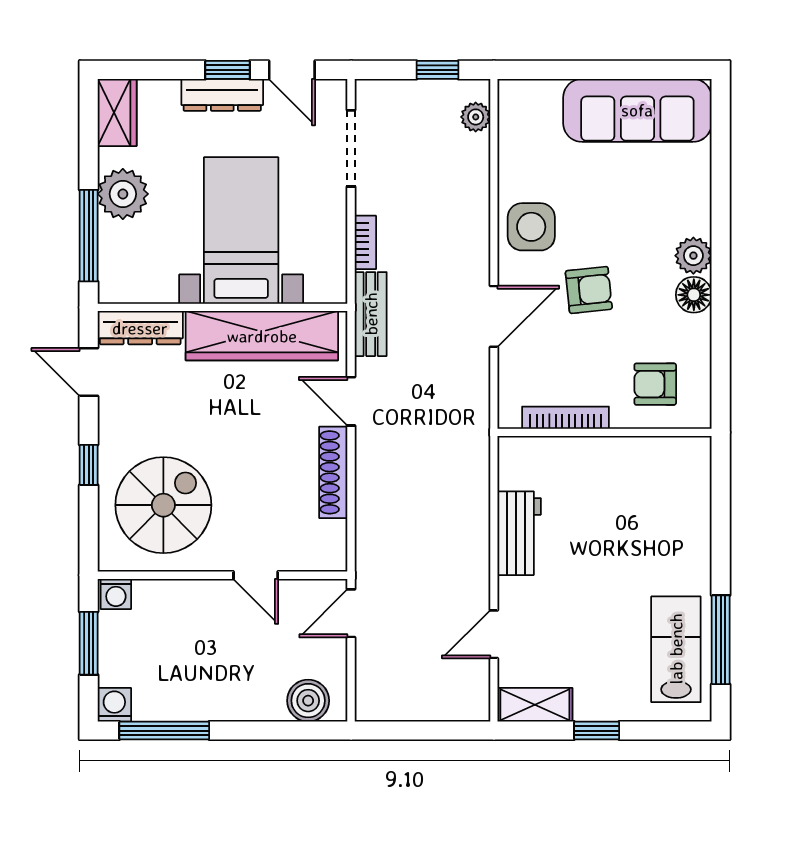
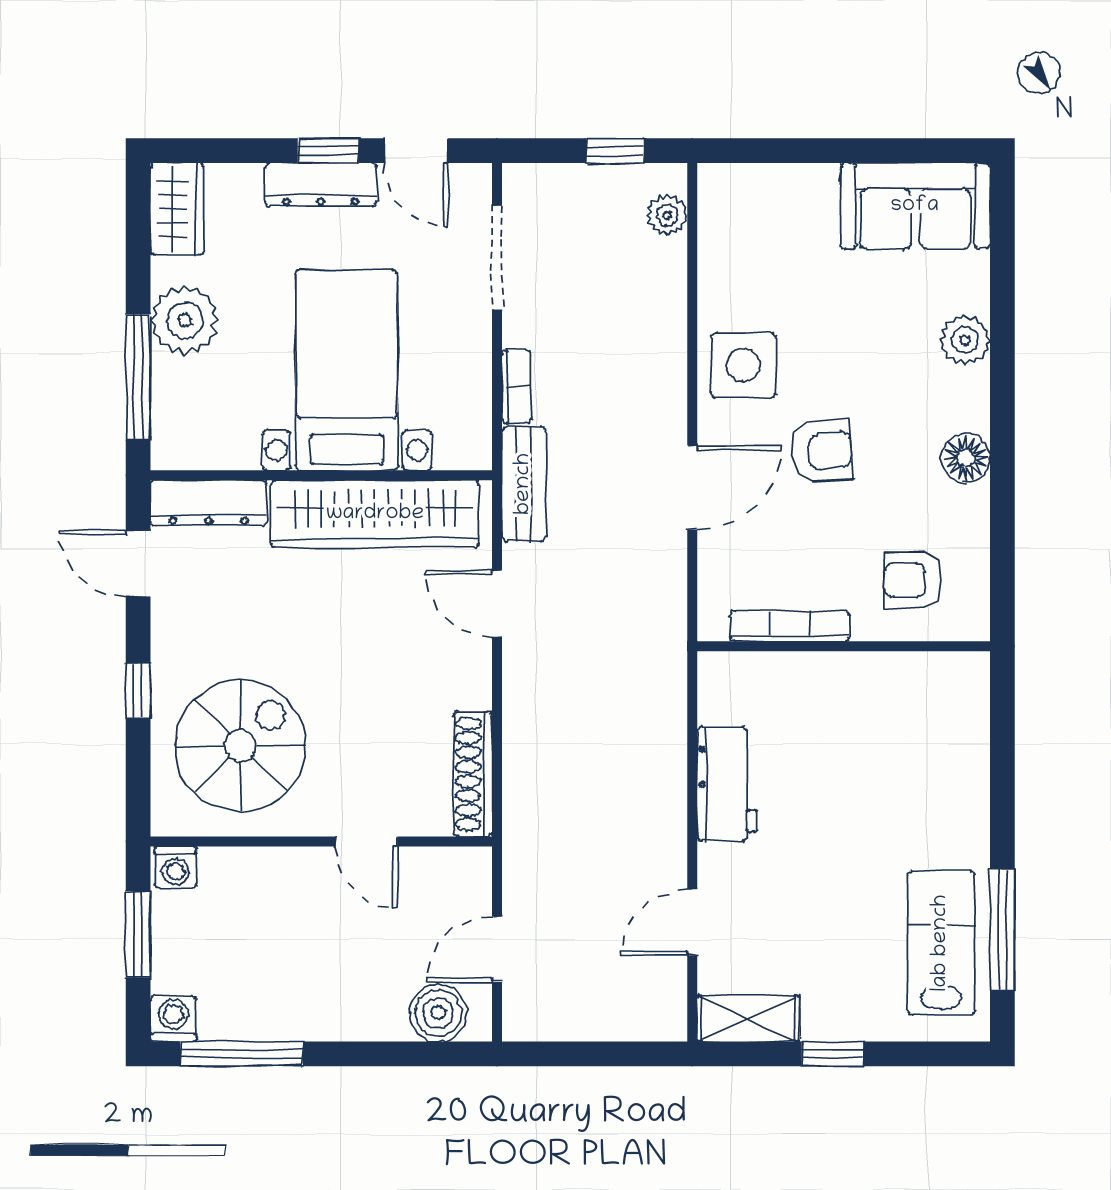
sofa: (637, 110) -> (915, 206), width x0.73
plant: (693, 256) -> (965, 340), moved
shoe rack: (333, 472) -> (473, 774), moved
door: (351, 613) -> (497, 949), moved

